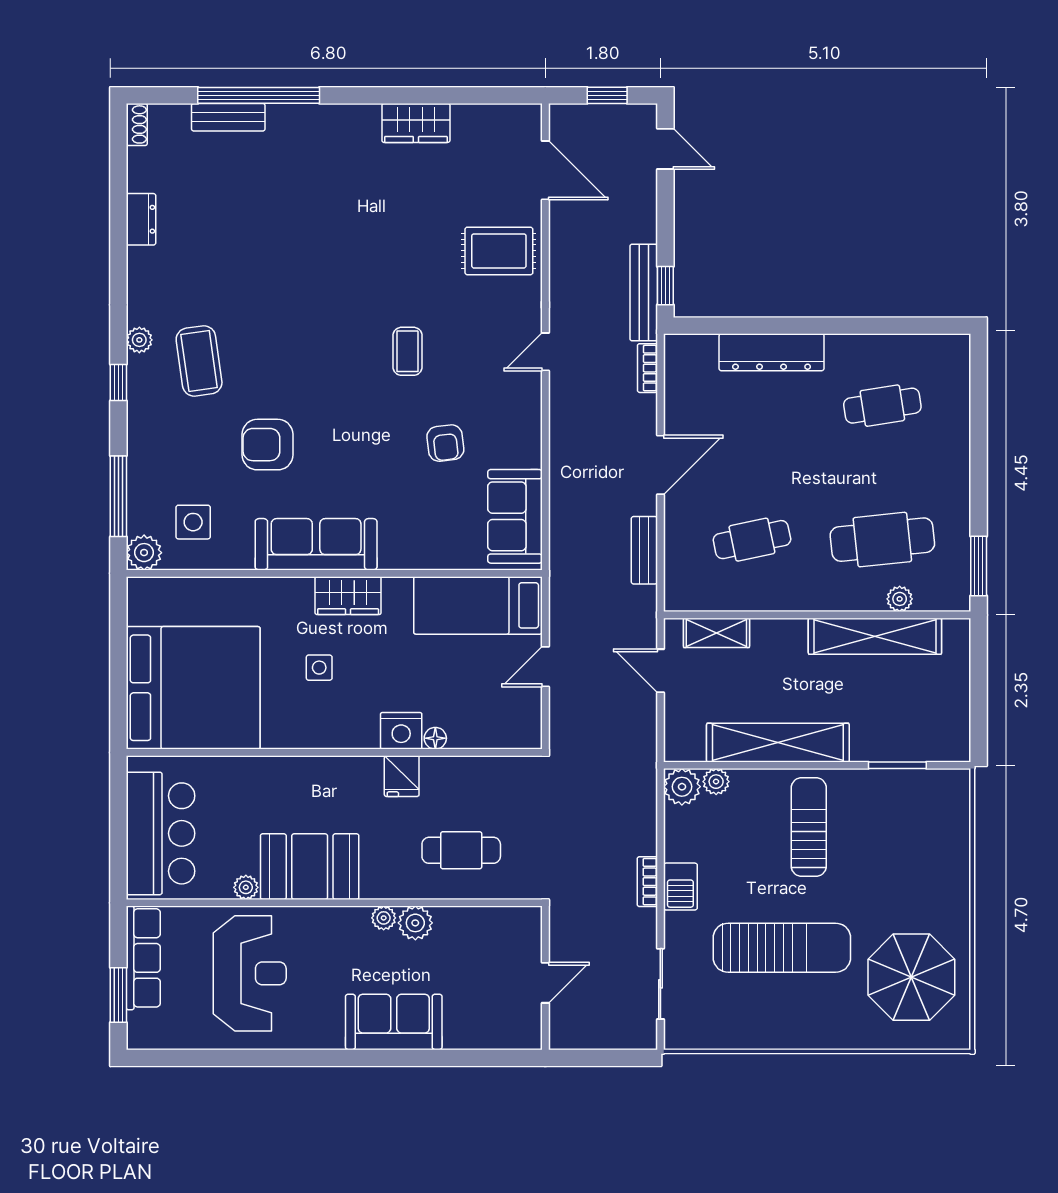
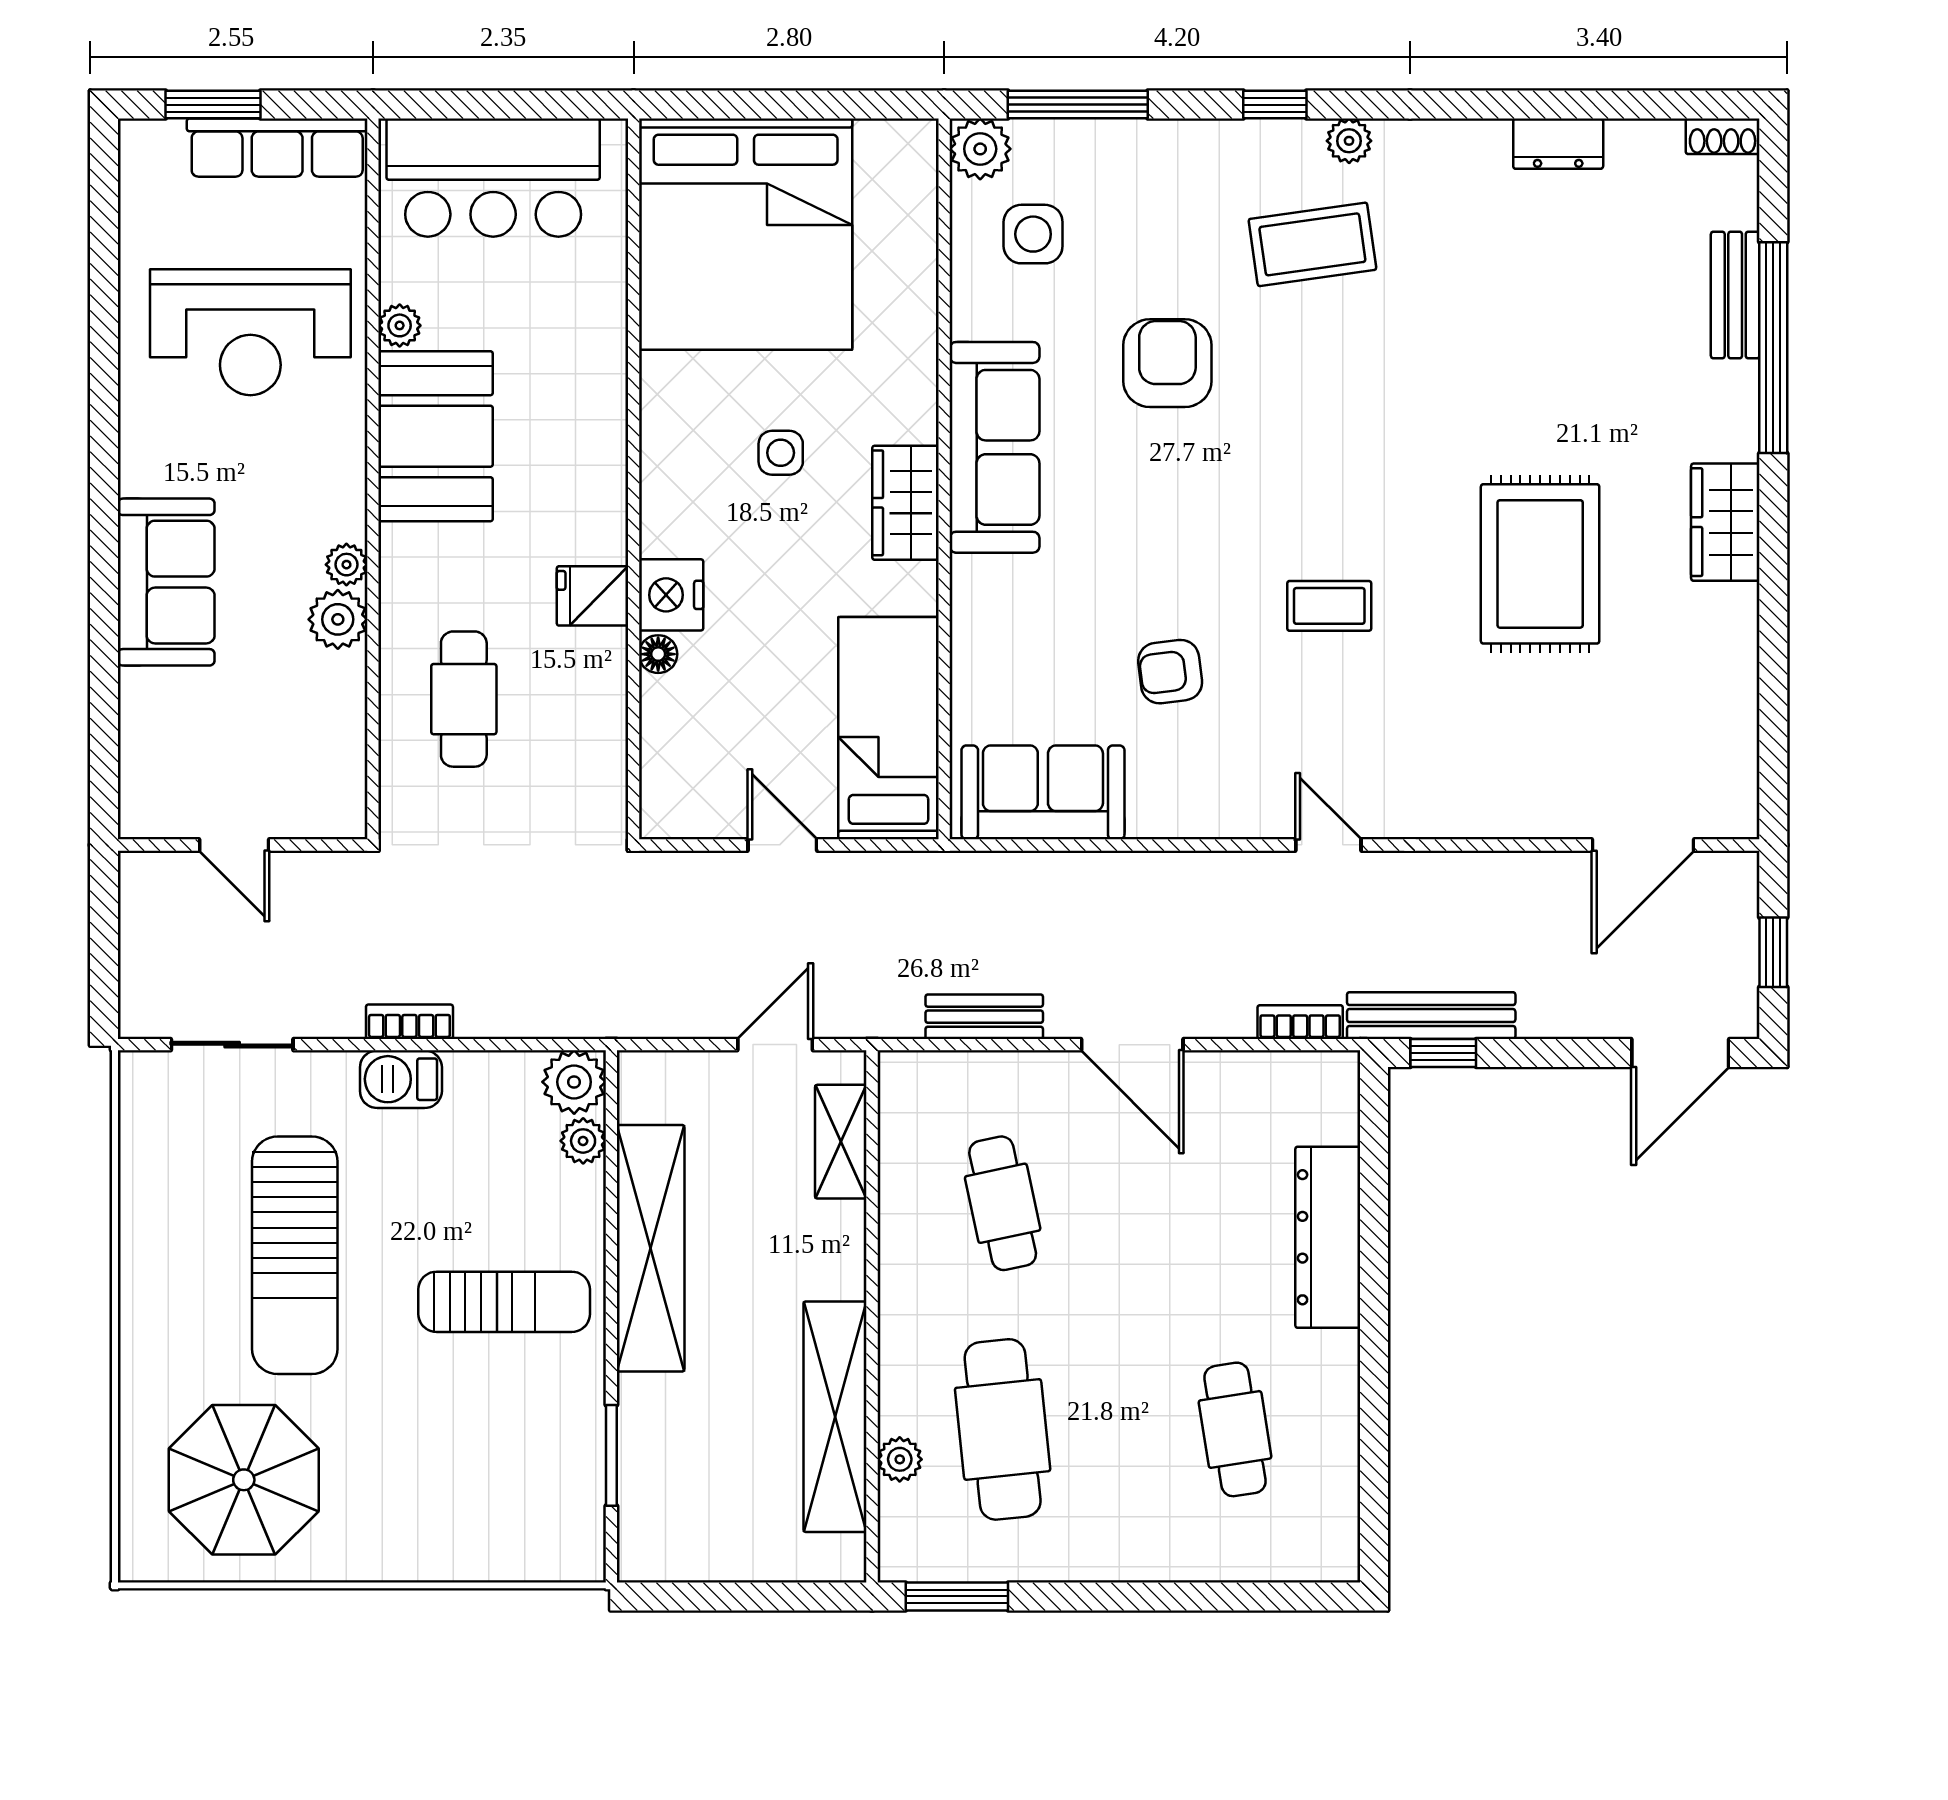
wardrobe: (416, 123) -> (1725, 522), moved
door: (665, 149) -> (1680, 1053), width x1.38
rug: (499, 251) -> (1540, 564), moved, width x1.36, depth x1.43

